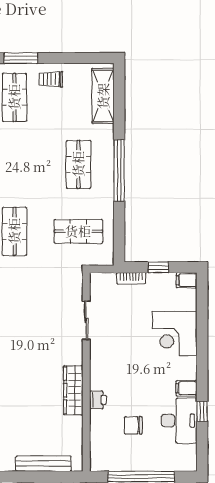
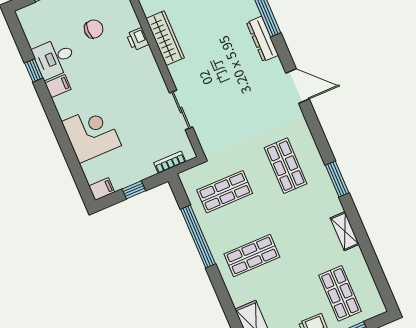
shop shelf: (78, 164) -> (252, 255), turned 90
window: (119, 170) -> (198, 236), moved
bookcase: (131, 278) -> (170, 162), moved
desk: (179, 421) -> (54, 58), width x0.73

